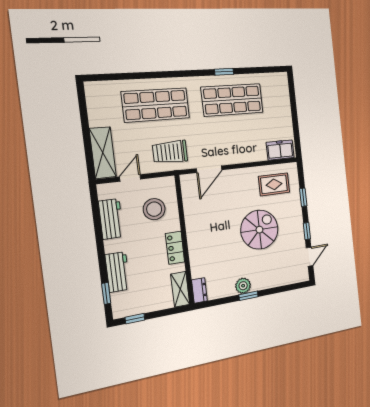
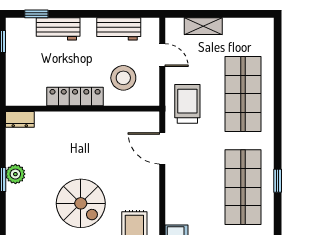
shelving: (103, 153) -> (203, 26), width x0.67, depth x0.75
locker: (175, 248) -> (75, 96), width x1.53
shelving: (180, 289) -> (25, 97), removed

